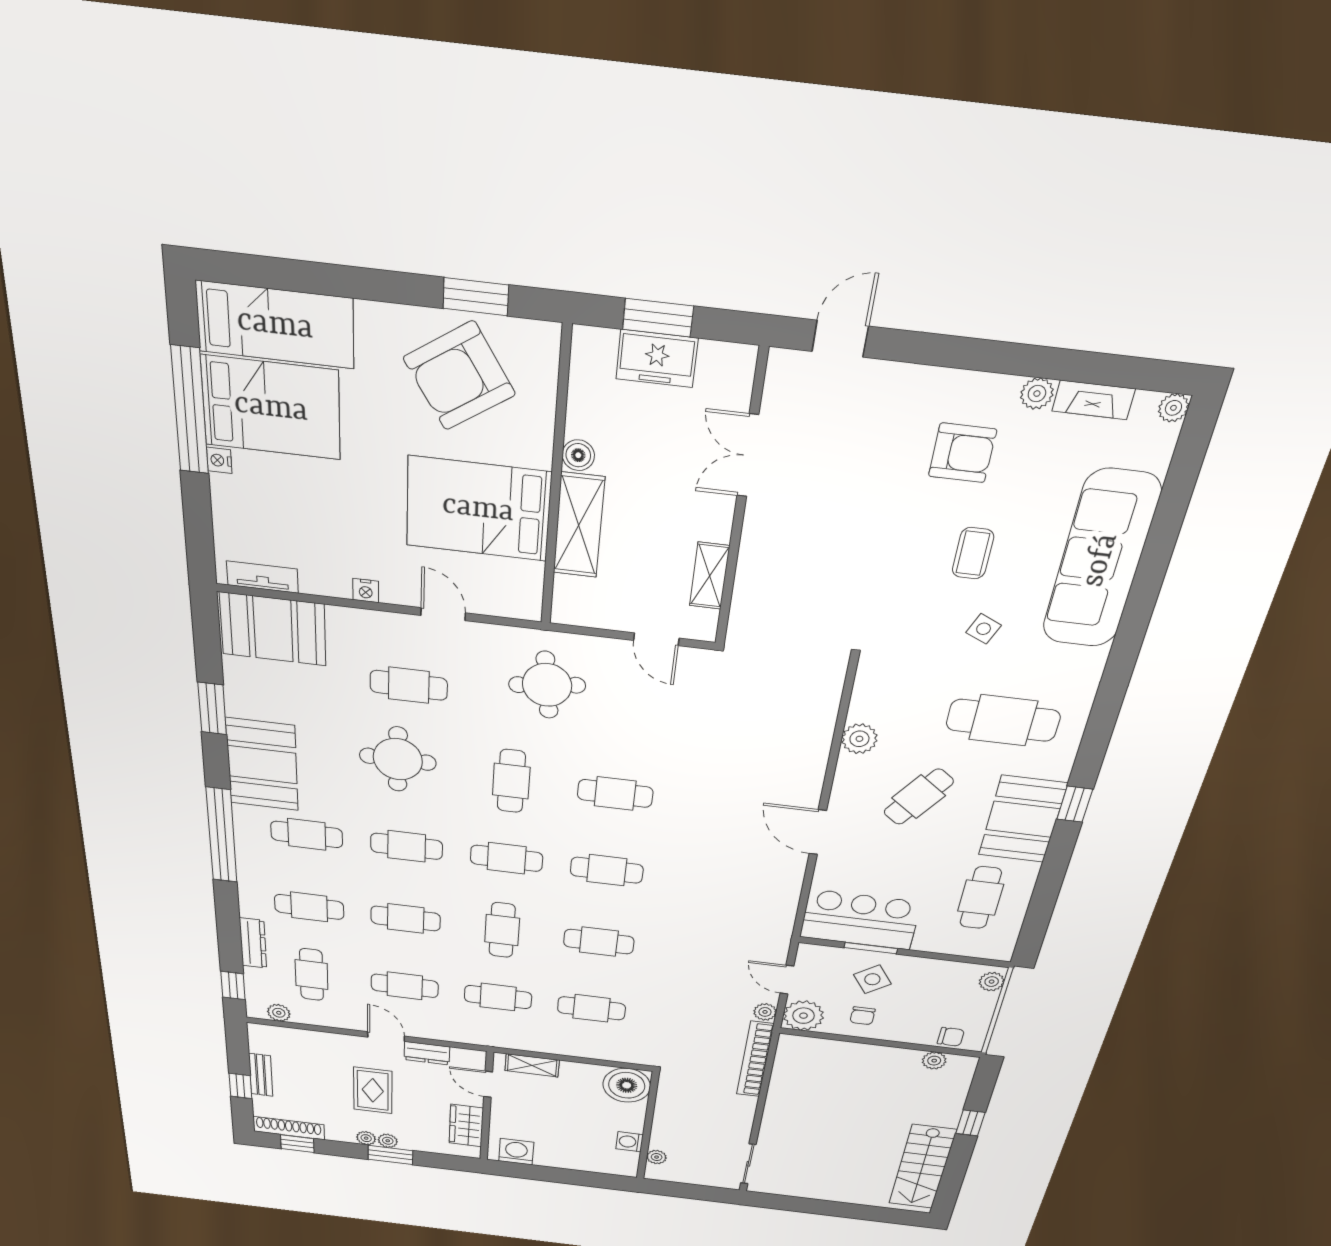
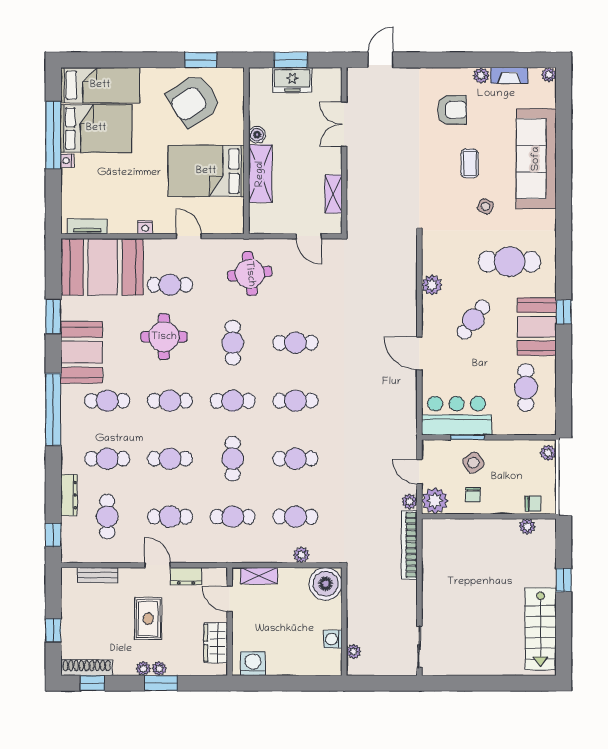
booth: (273, 629) -> (103, 267), width x1.36, depth x1.42
plant: (279, 1013) -> (301, 555), moved
bench: (261, 1075) -> (98, 575), moved, turned 90

